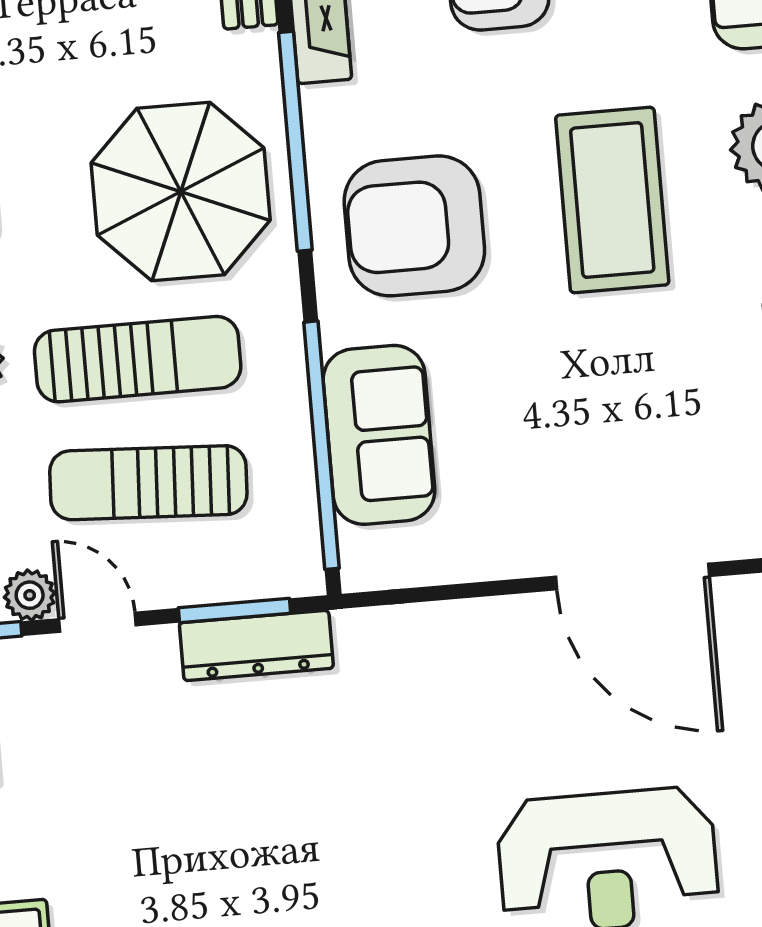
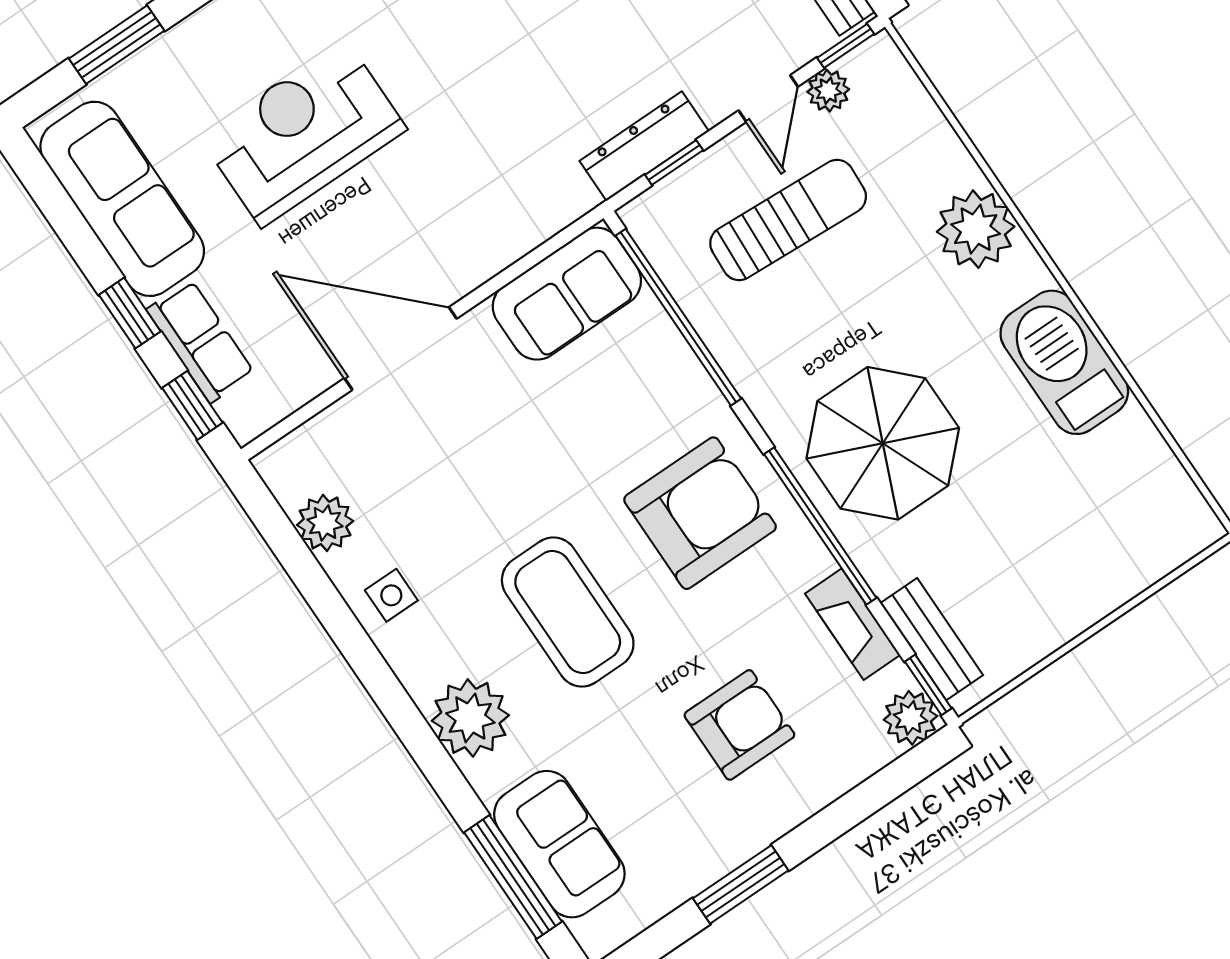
sun lounger: (138, 359) -> (846, 305), removed
sofa: (379, 435) -> (567, 294), moved, turned -90
window: (235, 611) -> (674, 163), width x0.67
door: (97, 622) -> (768, 99), hinge flipped

